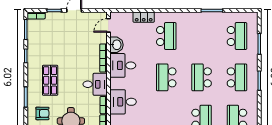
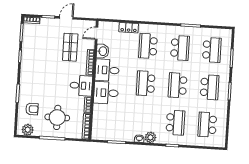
school desk: (166, 36) -> (148, 46), turned 180
school desk: (202, 36) -> (180, 48), added
shop shelf: (50, 80) -> (70, 47), moved
desk: (123, 102) -> (106, 93), moved

